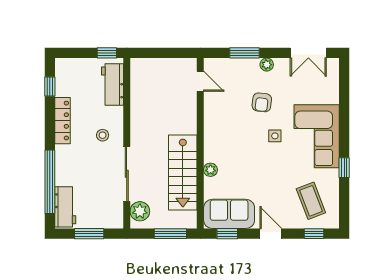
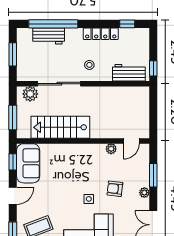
plant: (210, 170) -> (111, 149), moved
workbench: (65, 207) -> (49, 36), moved

